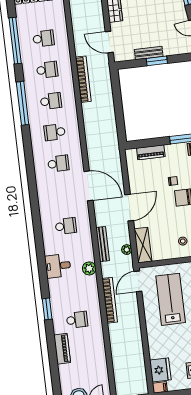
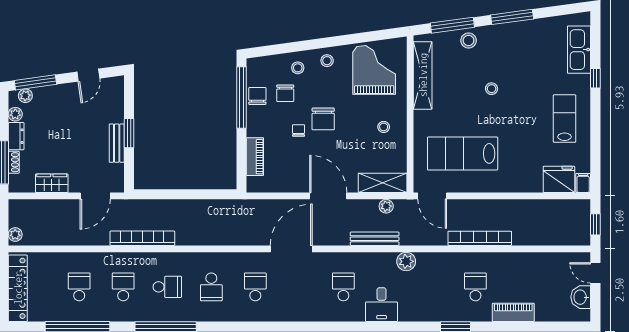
school desk: (51, 101) -> (167, 287), turned 90
desk: (58, 266) -> (382, 305), moved
bookcase: (110, 300) -> (480, 238), moved

